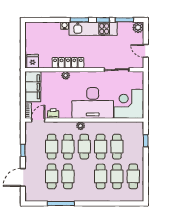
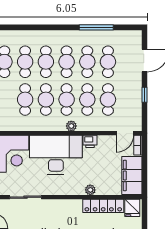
locker: (68, 63) -> (103, 206), moved
printer: (53, 114) -> (90, 141), moved
cafe table: (84, 176) -> (67, 62), added

